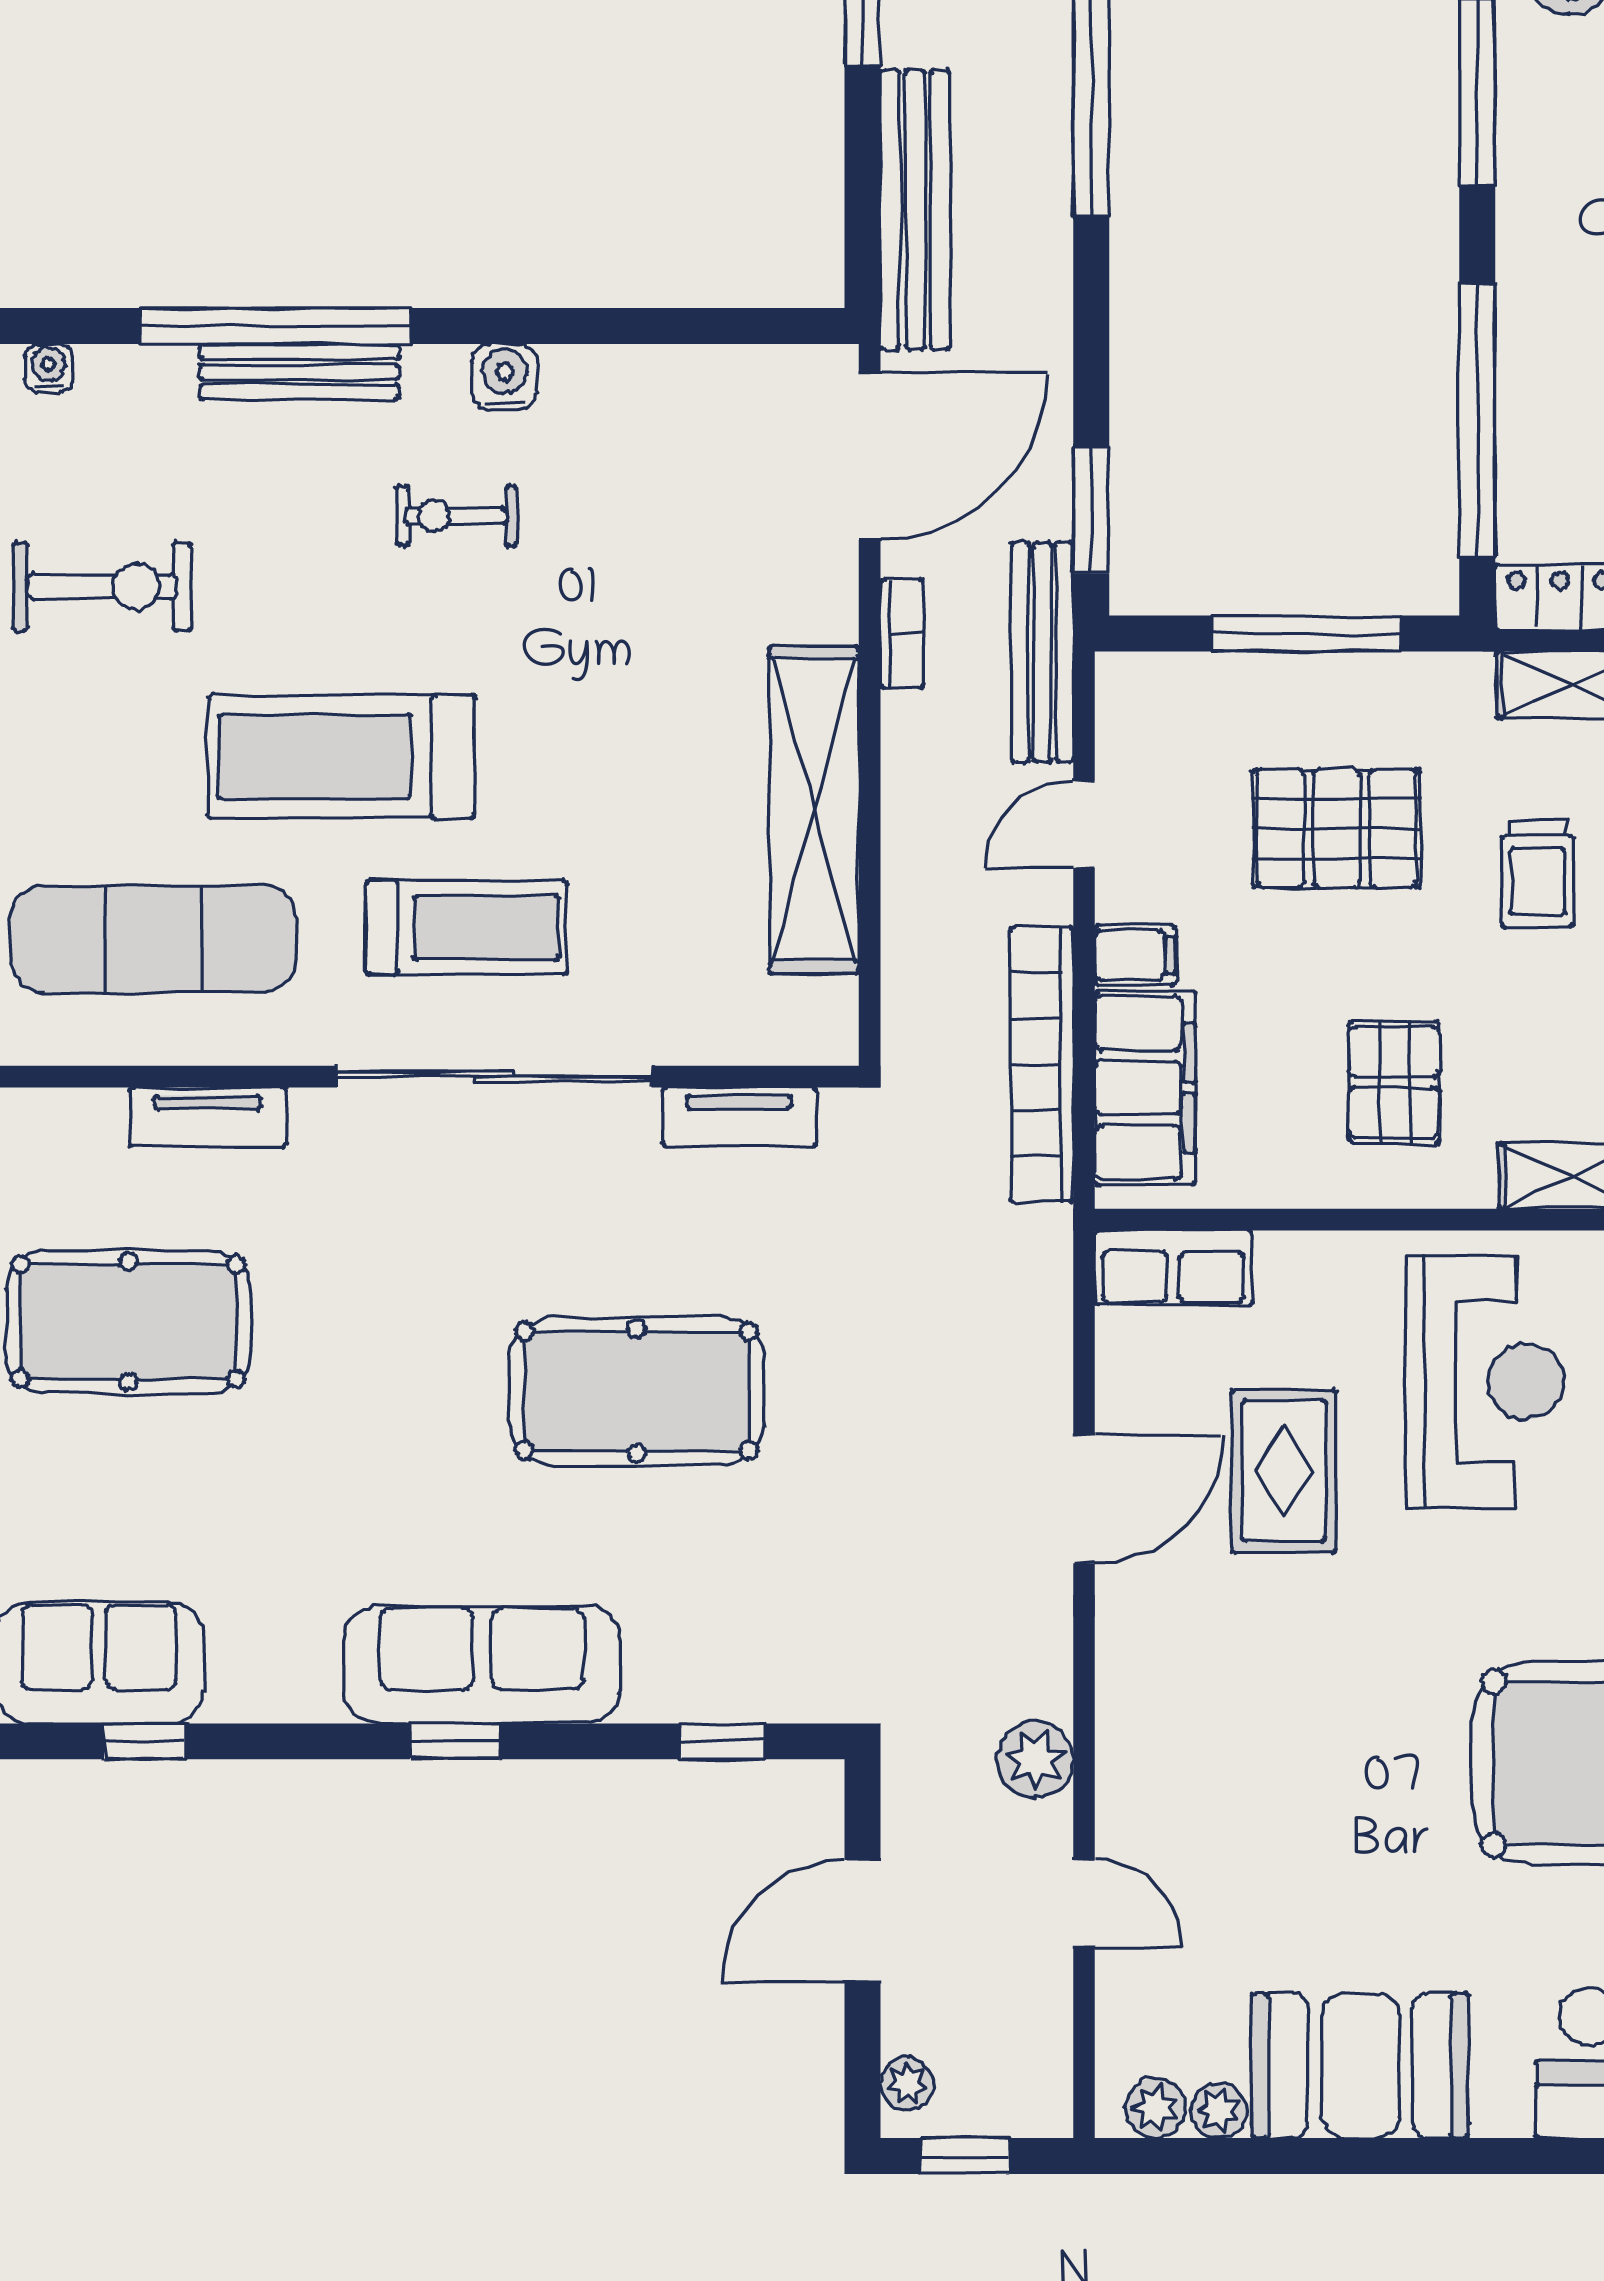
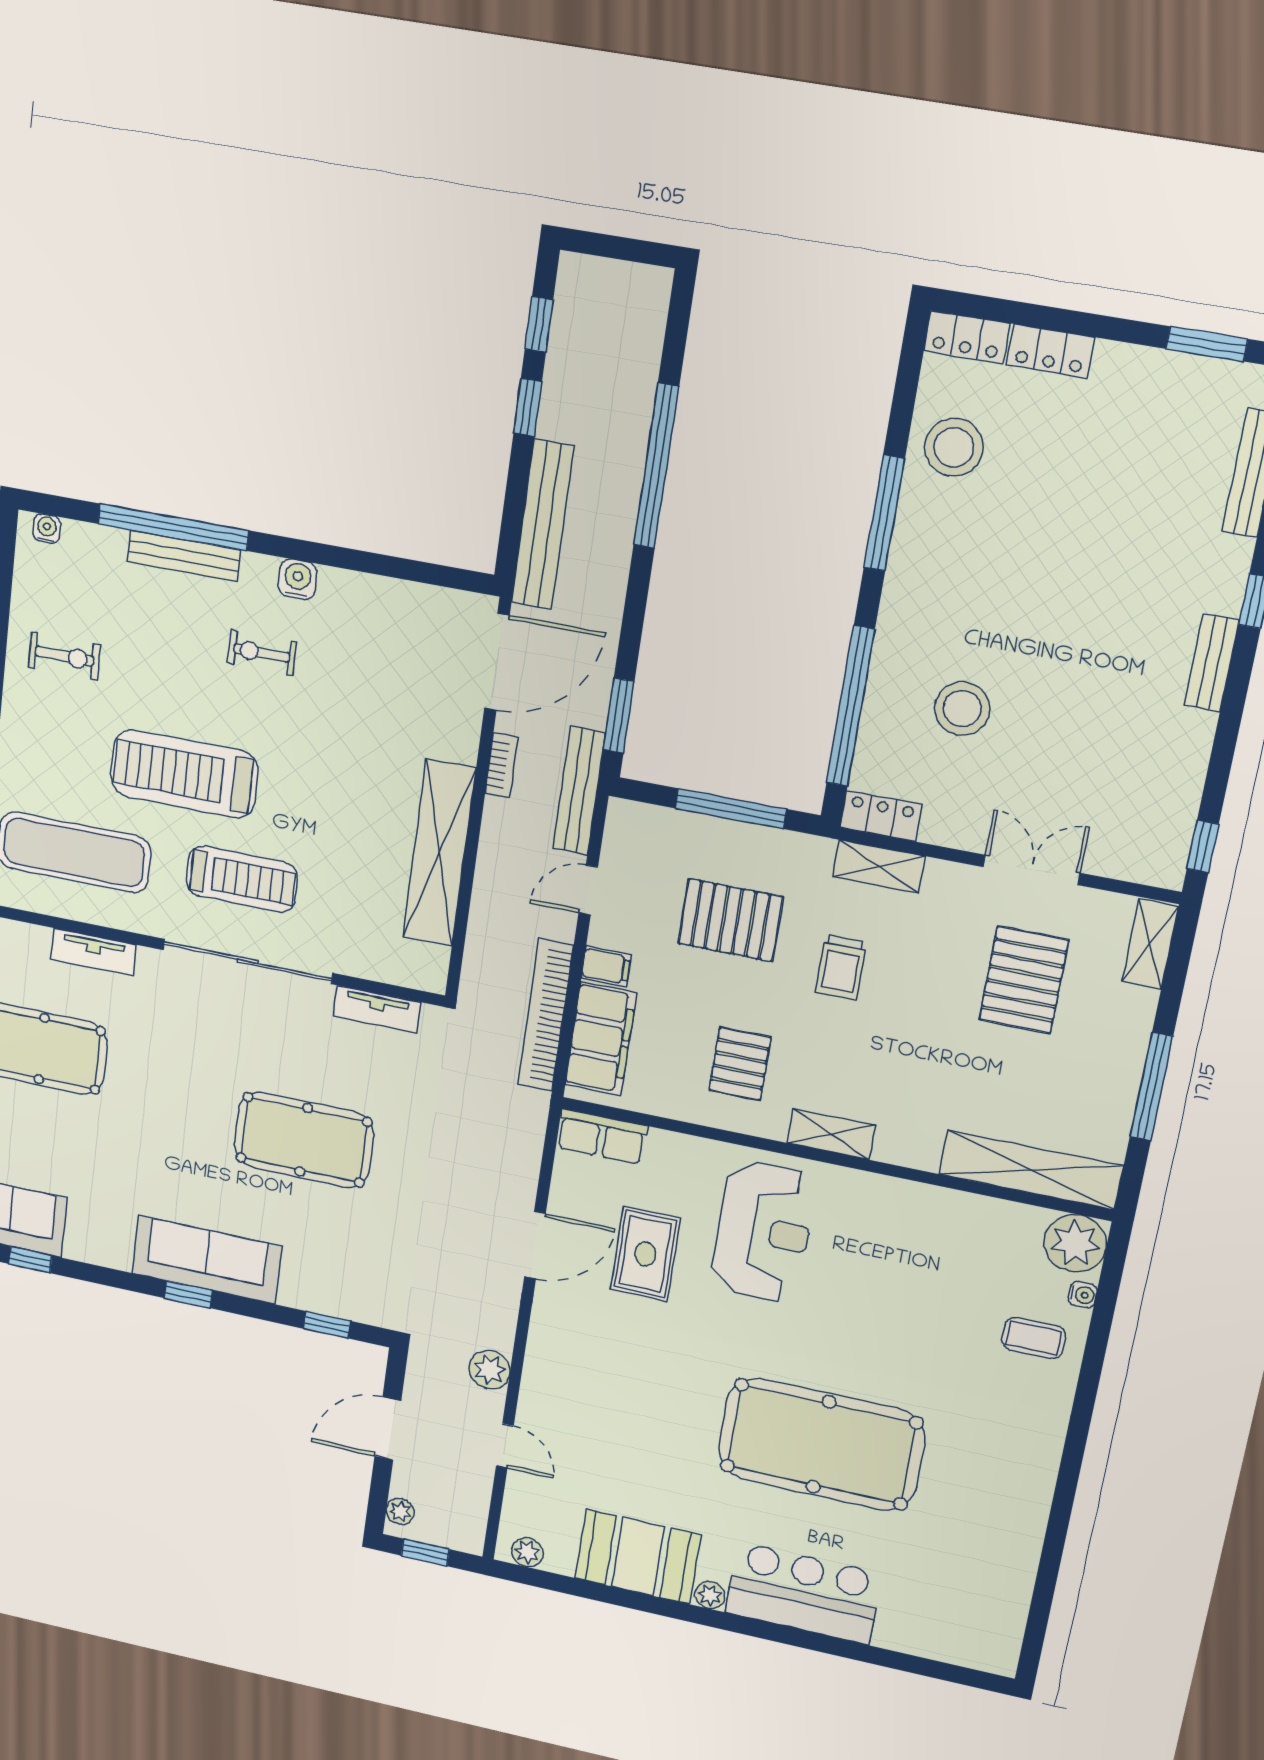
exercise bike: (102, 587) -> (65, 656), width x0.73, depth x0.72
plant: (1219, 2111) -> (710, 1595), moved

